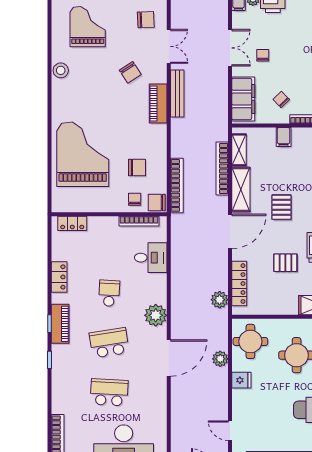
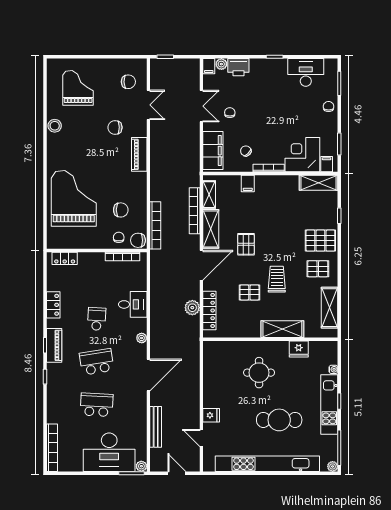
chair: (130, 72) -> (115, 127), turned 123
bench: (177, 93) -> (156, 427), moved
desk: (151, 258) -> (133, 304), moved
plant: (220, 300) -> (192, 308), moved
plant: (156, 315) -> (142, 338), width x0.53, depth x0.53
round table: (250, 341) -> (219, 361), removed
plant: (220, 359) -> (193, 376), removed
fridge: (241, 380) -> (211, 415), moved

